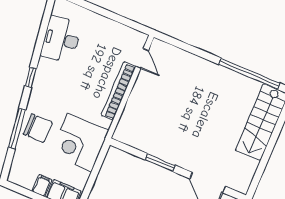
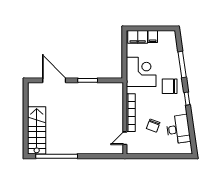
door: (142, 58) -> (125, 138), hinge flipped
chair: (94, 59) -> (153, 126), added
chair: (38, 128) -> (170, 86), moved

